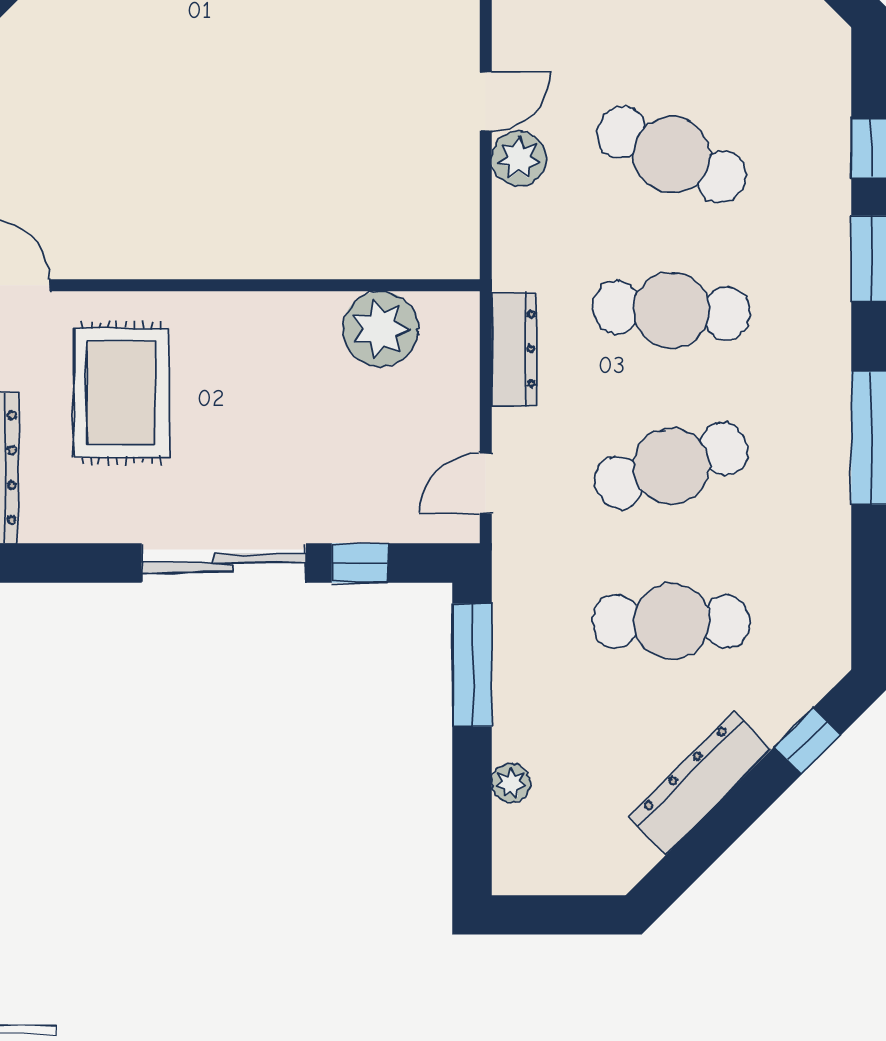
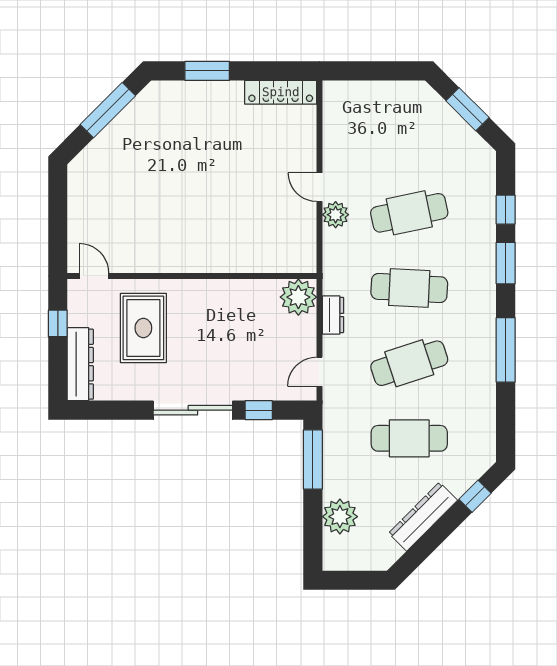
door: (486, 102) -> (319, 187), swing flipped
cafe table: (671, 155) -> (409, 213), turned -36
plant: (380, 329) -> (298, 297), moved
dresser: (514, 349) -> (333, 315), width x0.70
plant: (511, 783) -> (340, 517), width x1.88, depth x1.88

